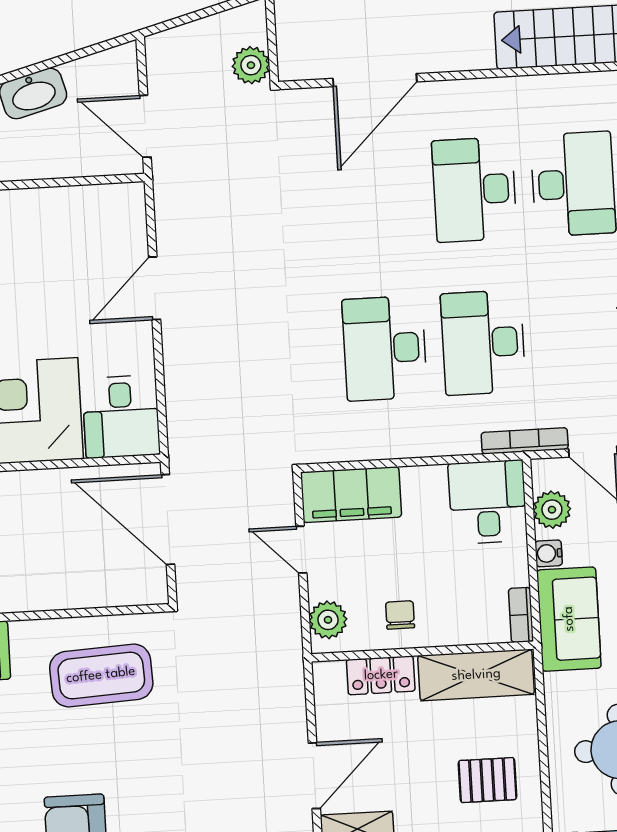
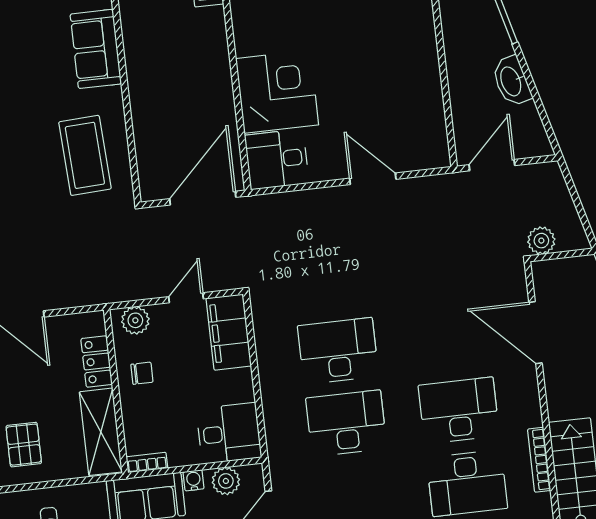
bookcase: (525, 441) -> (539, 460), moved, turned 180

